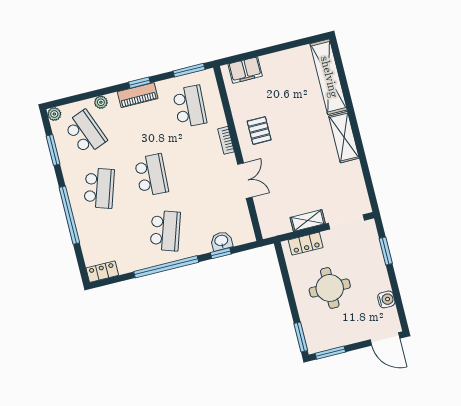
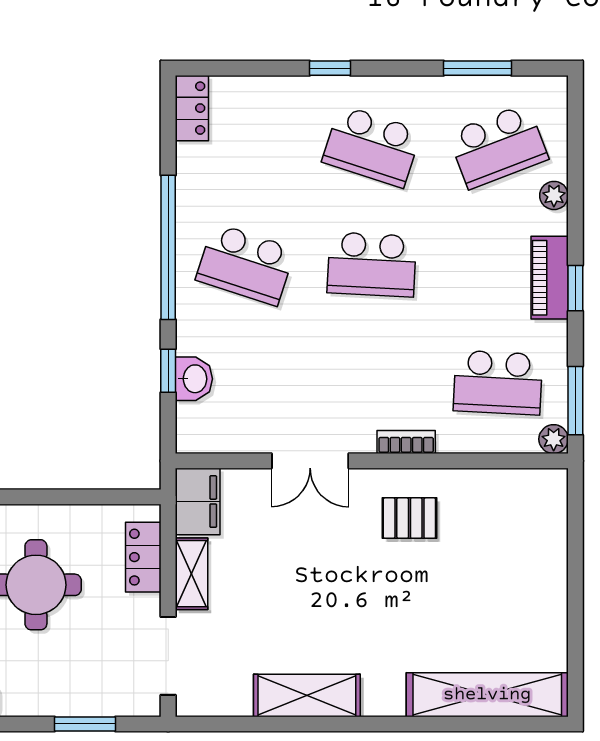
filing cabinet: (245, 70) -> (198, 502), moved, turned 180
plant: (54, 114) -> (554, 439), moved
shelving: (344, 137) -> (307, 695), moved
window: (69, 215) -> (330, 68), width x0.32

